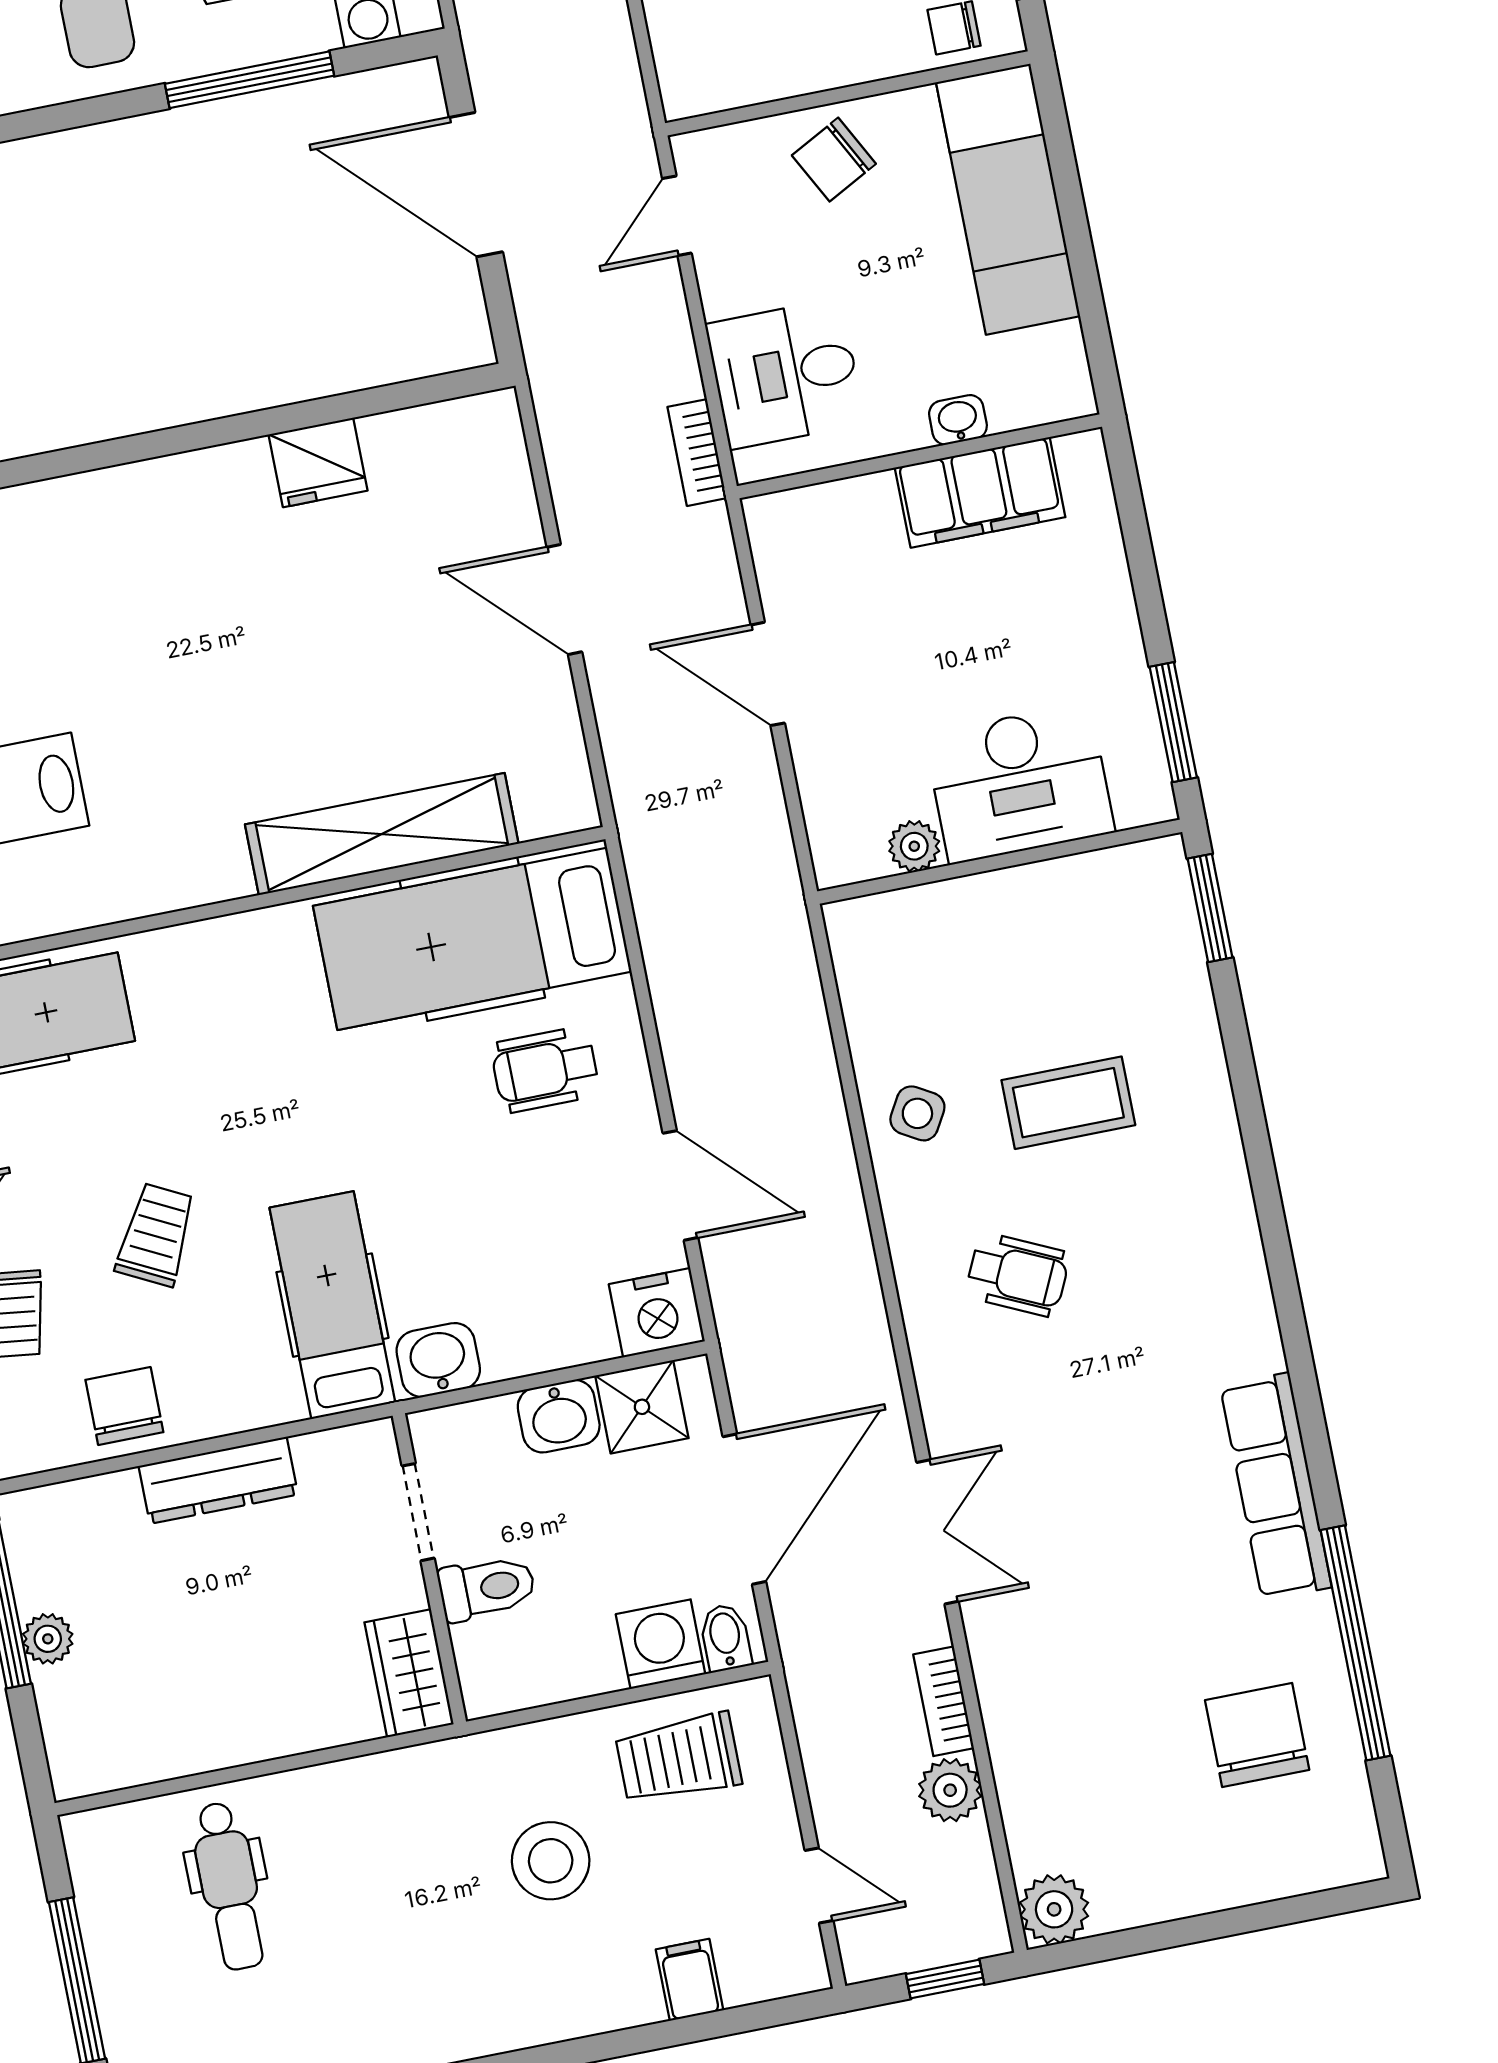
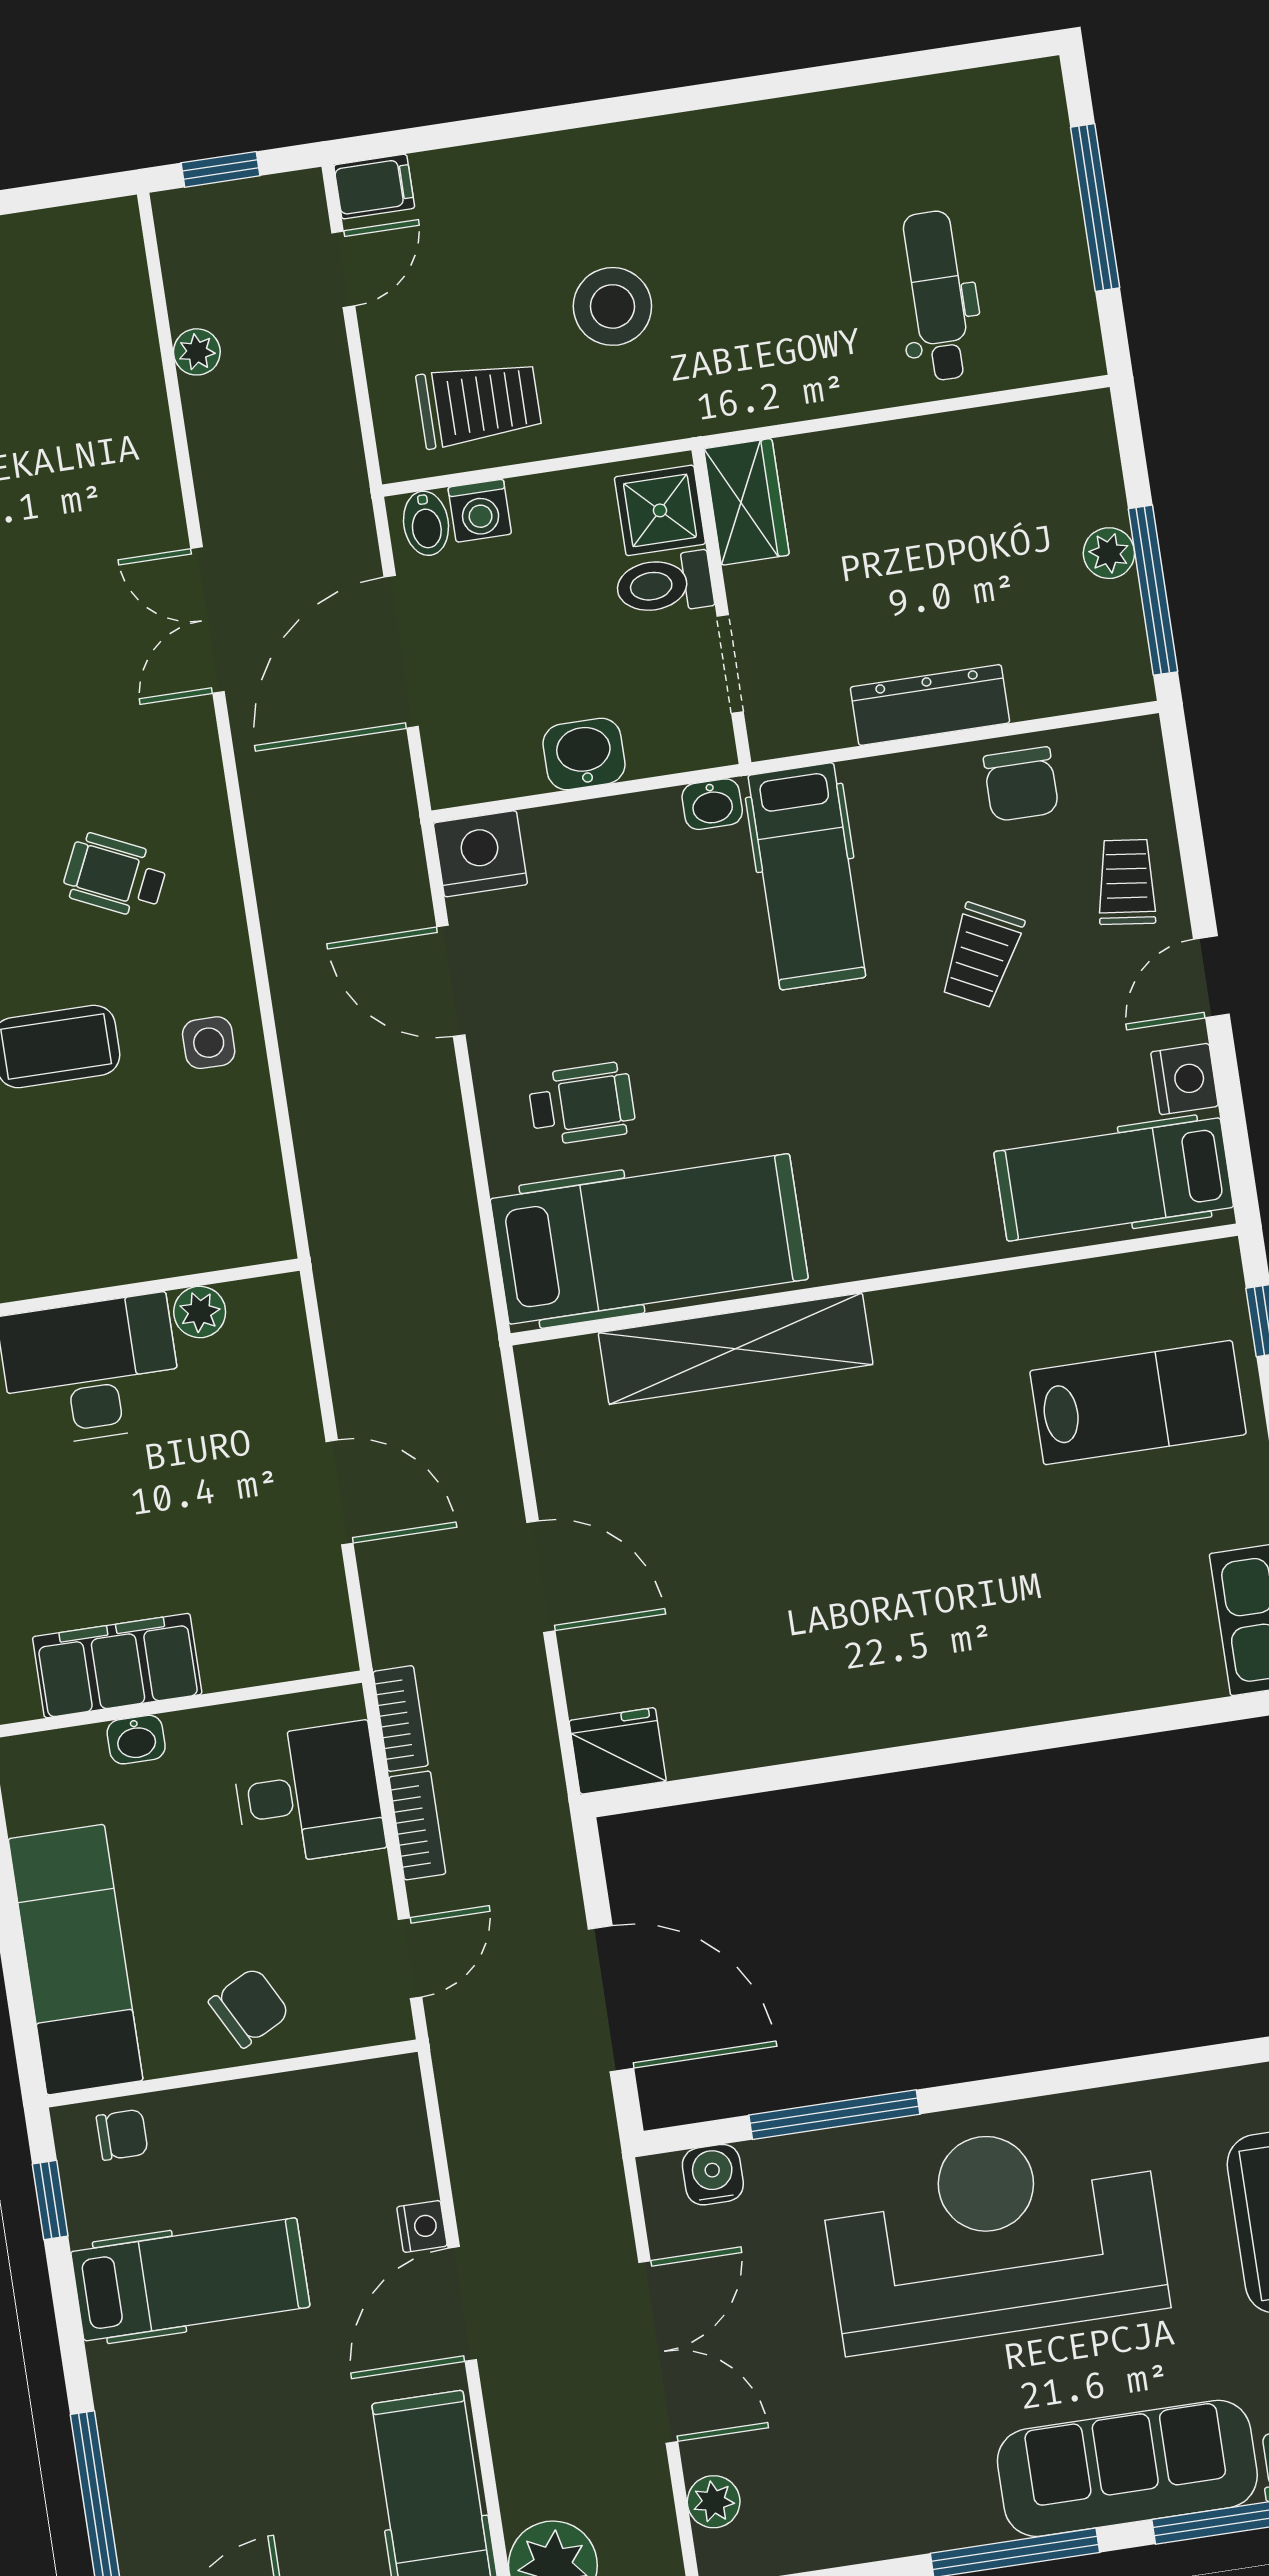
fridge: (318, 462) -> (618, 1751), moved
side table: (917, 1113) -> (209, 1043), turned -30
washbasin: (438, 1360) -> (712, 804), width x0.72, depth x0.69
shower: (642, 1407) -> (660, 510), moved
washing machine: (661, 1644) -> (480, 511), width x0.73, depth x0.73
bookcase: (944, 1701) -> (417, 1825), moved
plant: (950, 1790) -> (197, 352), width x0.73, depth x0.73
door: (819, 1885) -> (343, 269), swing flipped
plant: (1054, 1909) -> (107, 235), removed
filing cabinet: (690, 1980) -> (374, 187), moved, turned -90

